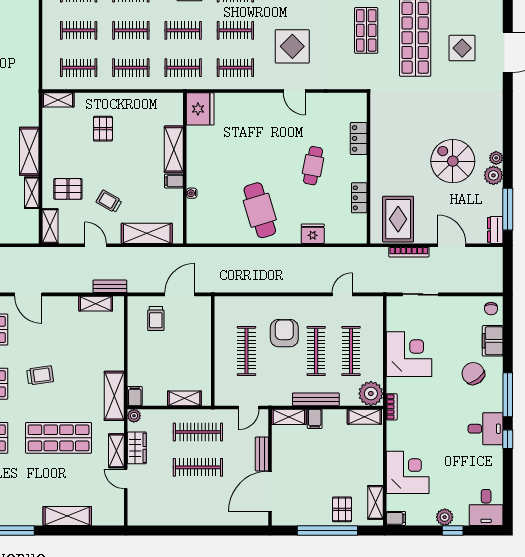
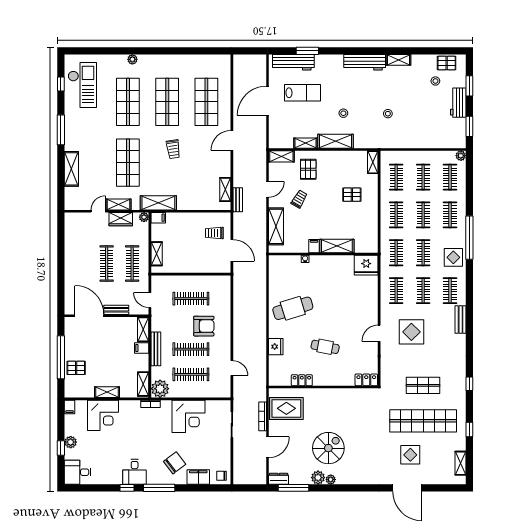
locker: (359, 138) -> (366, 380), moved
shelving: (376, 502) -> (107, 392), moved

